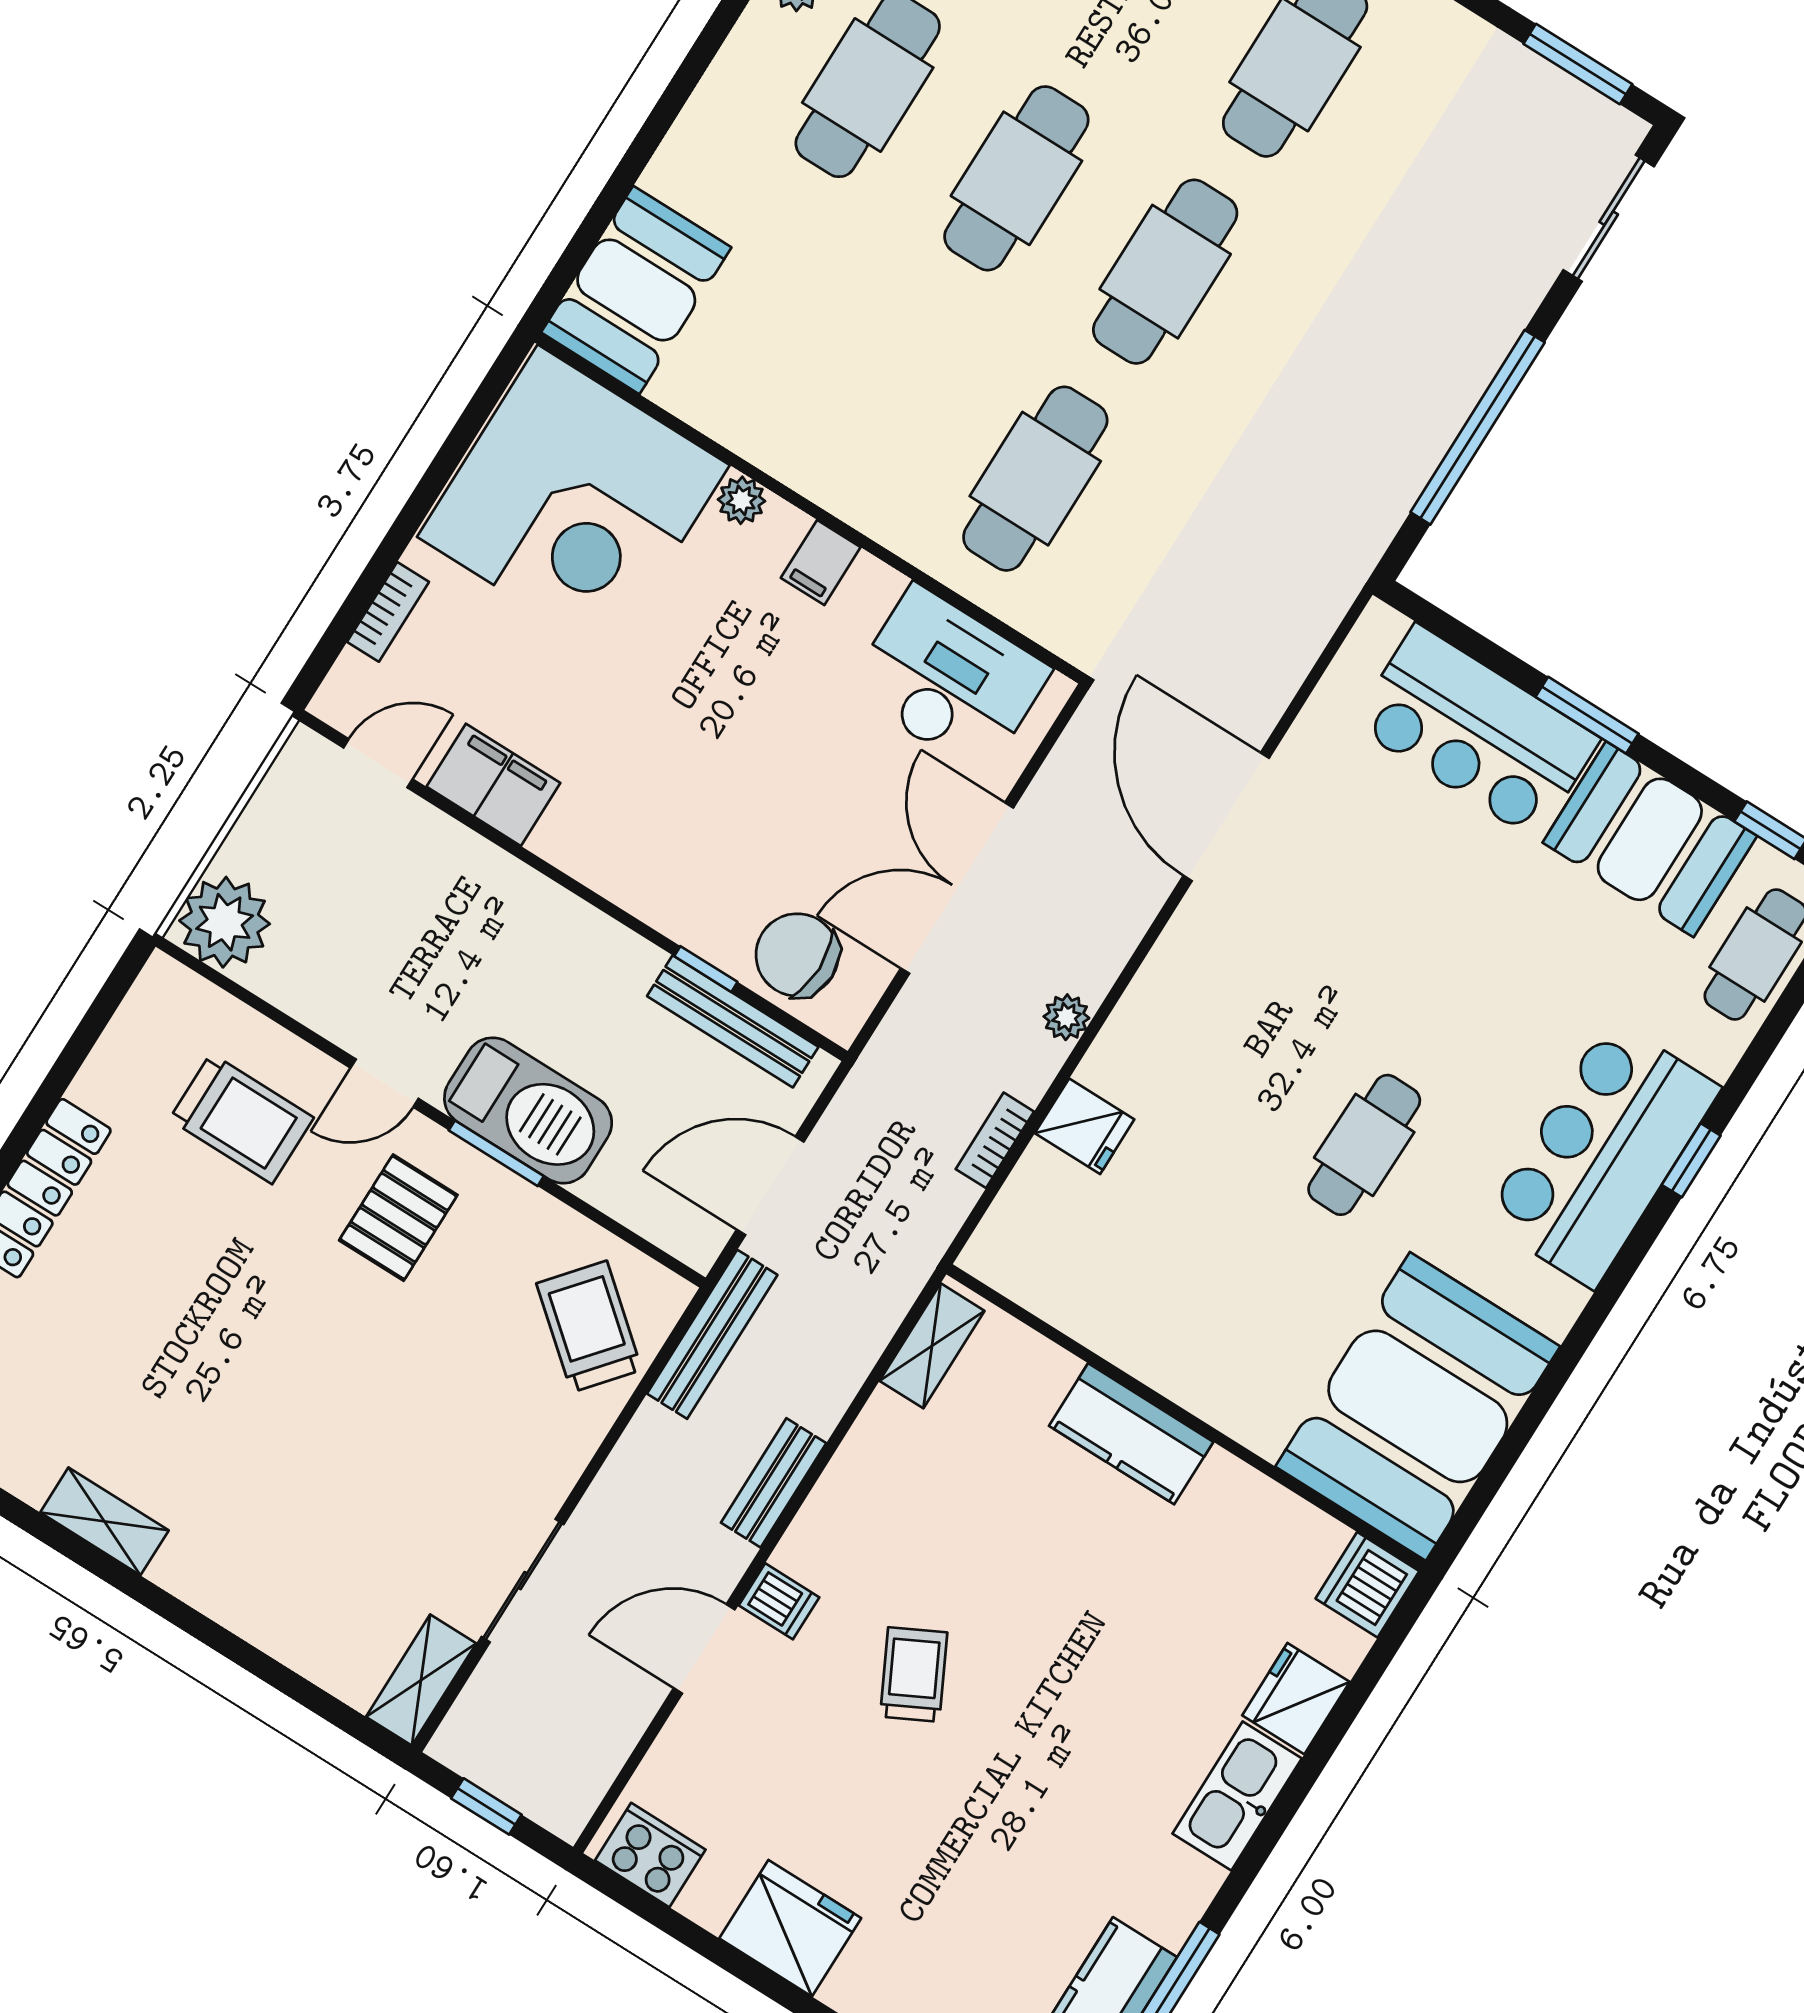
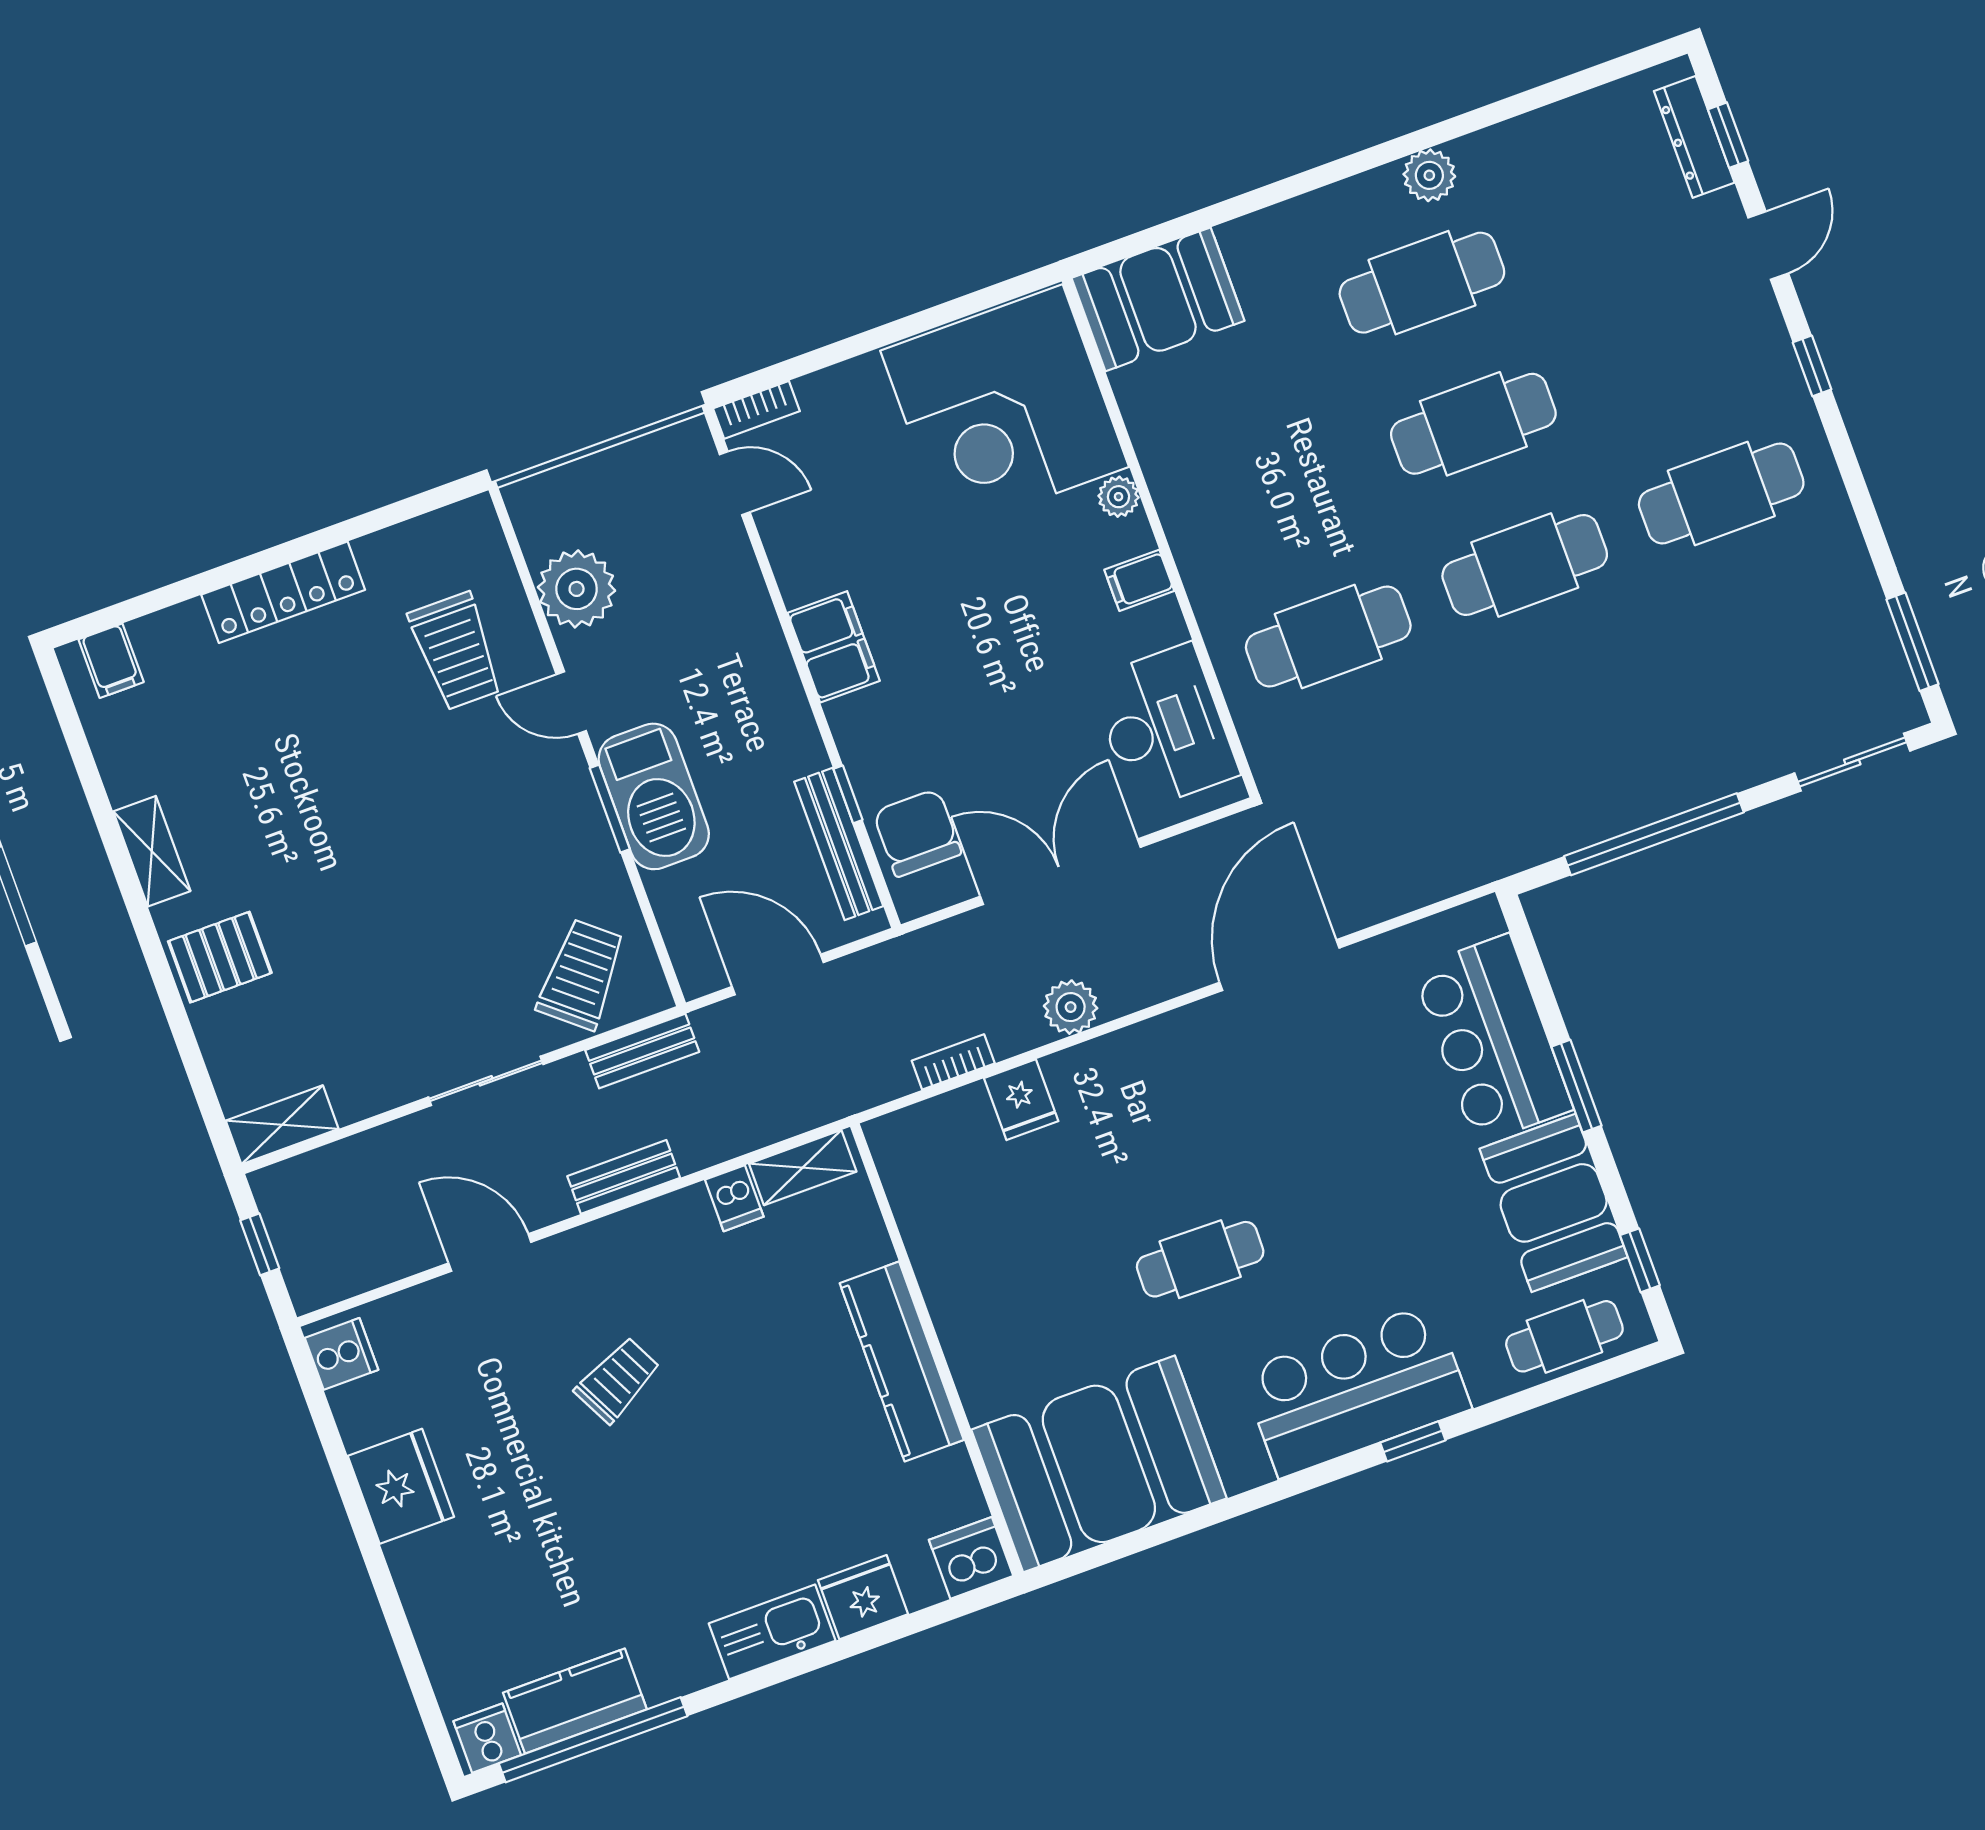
bookcase: (388, 612) -> (756, 410), moved
filing cabinet: (493, 785) -> (834, 647), moved
plant: (225, 922) -> (577, 589), moved
plant: (1066, 1017) -> (1071, 1007), width x1.38, depth x1.38
pallet: (398, 1218) -> (220, 957), moved
bench: (712, 1334) -> (642, 1051), width x0.73
kitchen counter: (1131, 1434) -> (902, 1362), width x1.50
sliding door: (523, 1581) -> (486, 1081), moved
dishwasher: (779, 1601) -> (734, 1198), moved
cooker: (650, 1855) -> (341, 1354), width x0.73

